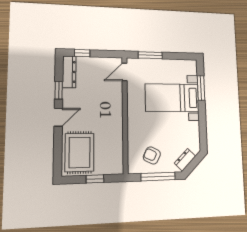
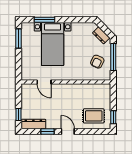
window: (150, 55) -> (18, 39), moved
door: (124, 72) -> (44, 82), moved
rug: (80, 152) -> (94, 116), width x0.73, depth x0.70
window: (95, 179) -> (113, 117), moved

